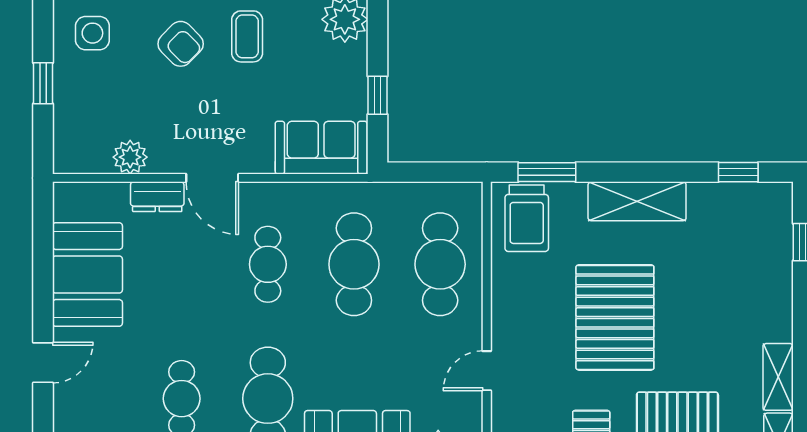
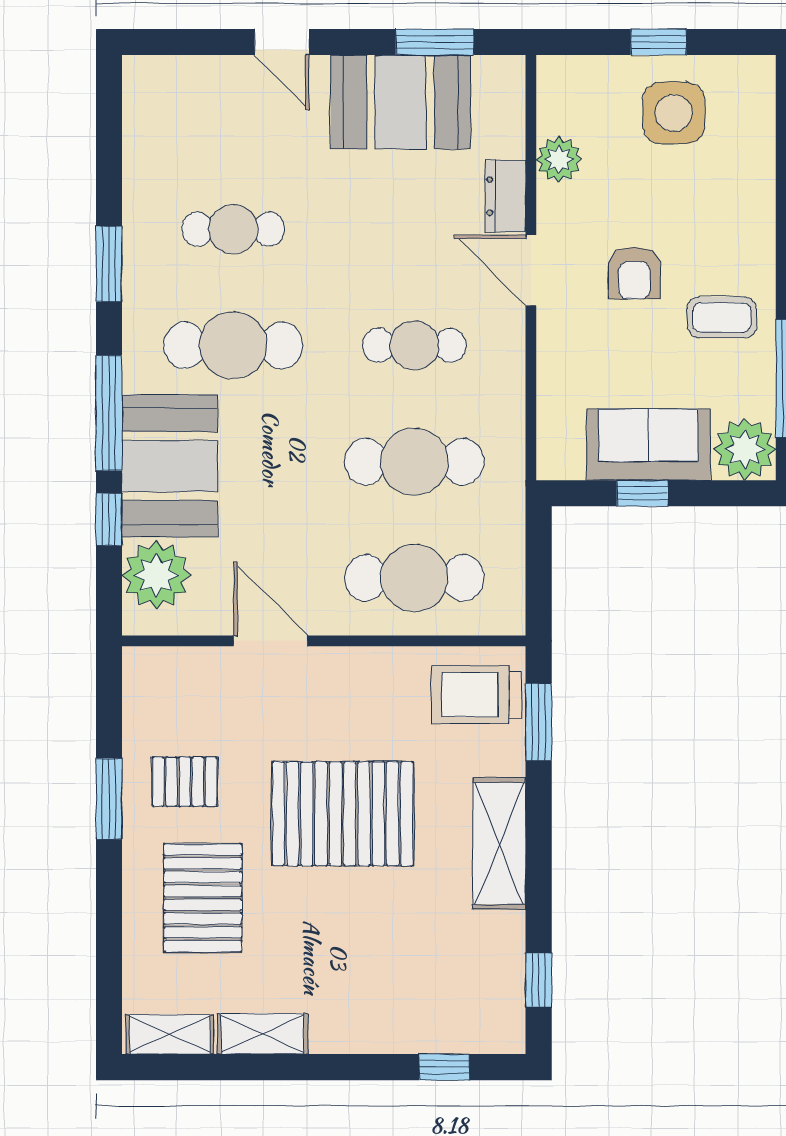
side table: (92, 33) -> (674, 113), moved, width x1.37, depth x1.37
armchair: (181, 44) -> (634, 273), moved, turned -45
sofa: (321, 148) -> (648, 445), moved, turned -90
door: (212, 178) -> (531, 270), hinge flipped
window: (43, 249) -> (435, 42), added
door: (487, 371) -> (271, 641), width x1.38

